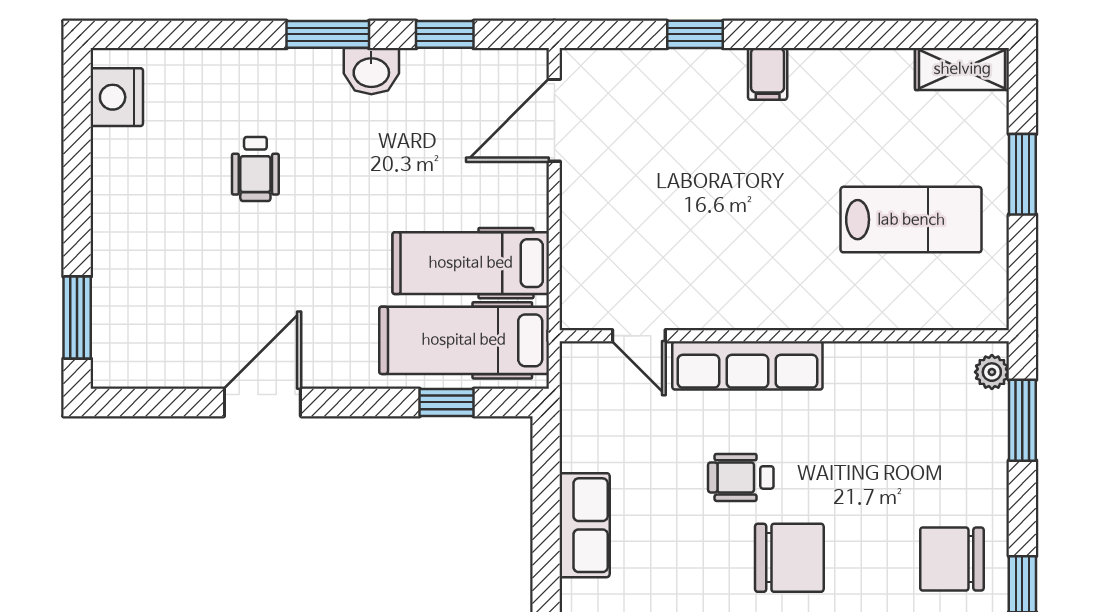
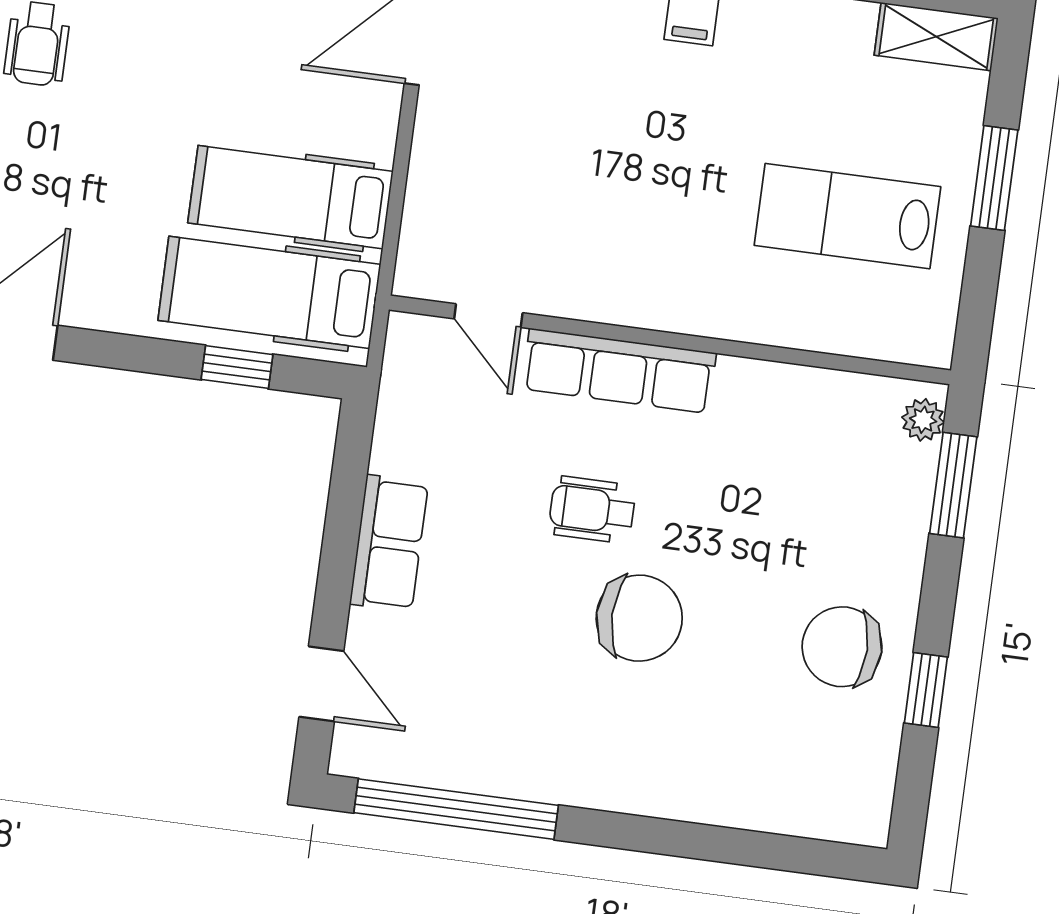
lab bench: (911, 220) -> (847, 216), turned 180

